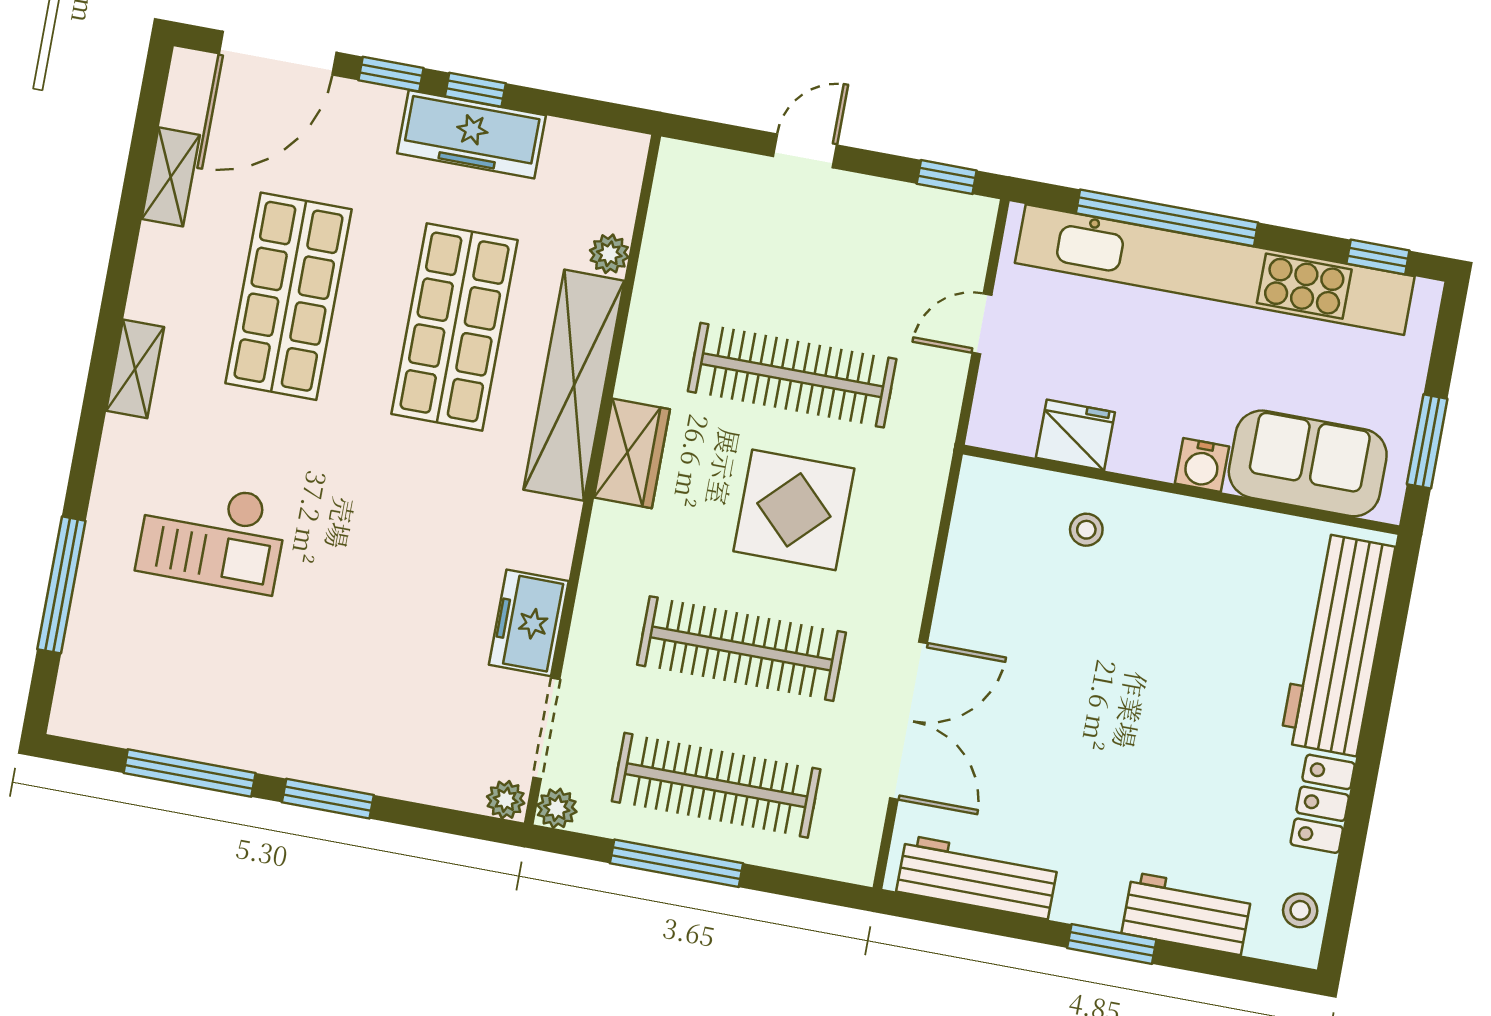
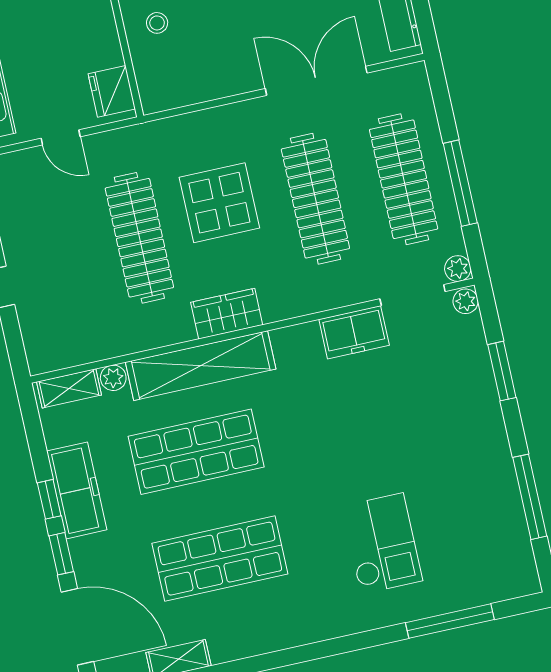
shelving: (135, 369) -> (69, 388), moved
fridge: (1075, 435) -> (112, 91), moved
window: (328, 799) -> (502, 371), moved

